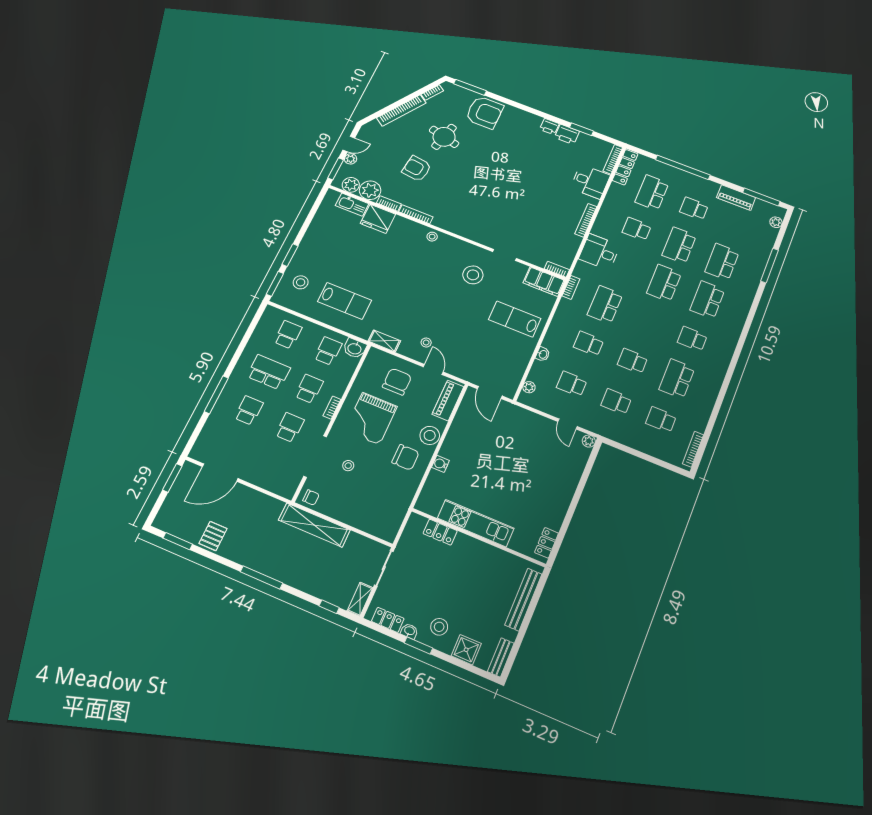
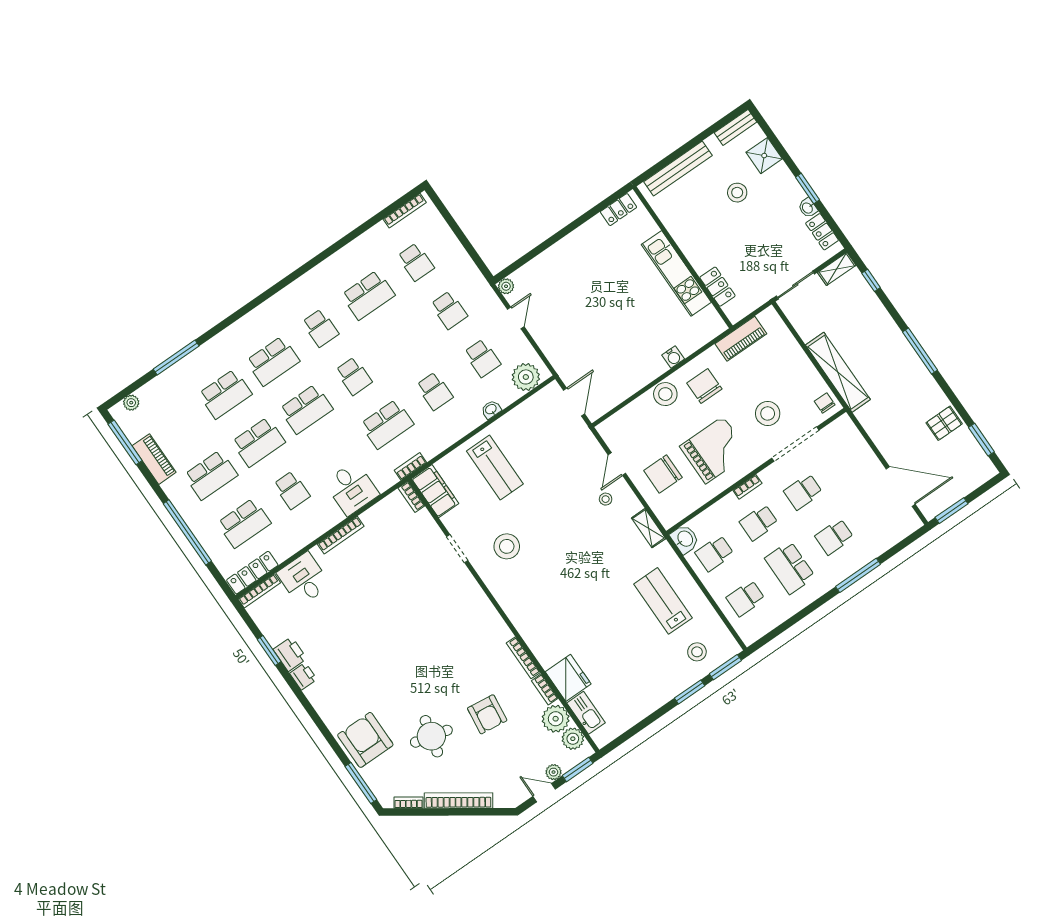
school desk: (694, 209) -> (211, 475), width x1.85
stool: (432, 237) -> (522, 619), removed
school desk: (633, 361) -> (354, 376), moved
plant: (529, 387) -> (526, 377), width x1.88, depth x1.88
piano: (448, 400) -> (741, 339), moved
stool: (348, 466) -> (768, 413), width x1.89, depth x1.89
stool: (439, 627) -> (737, 193), moved

